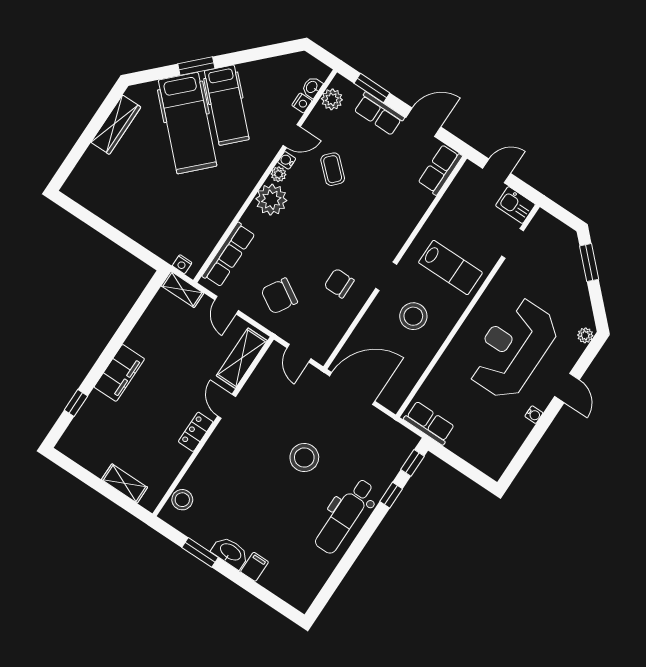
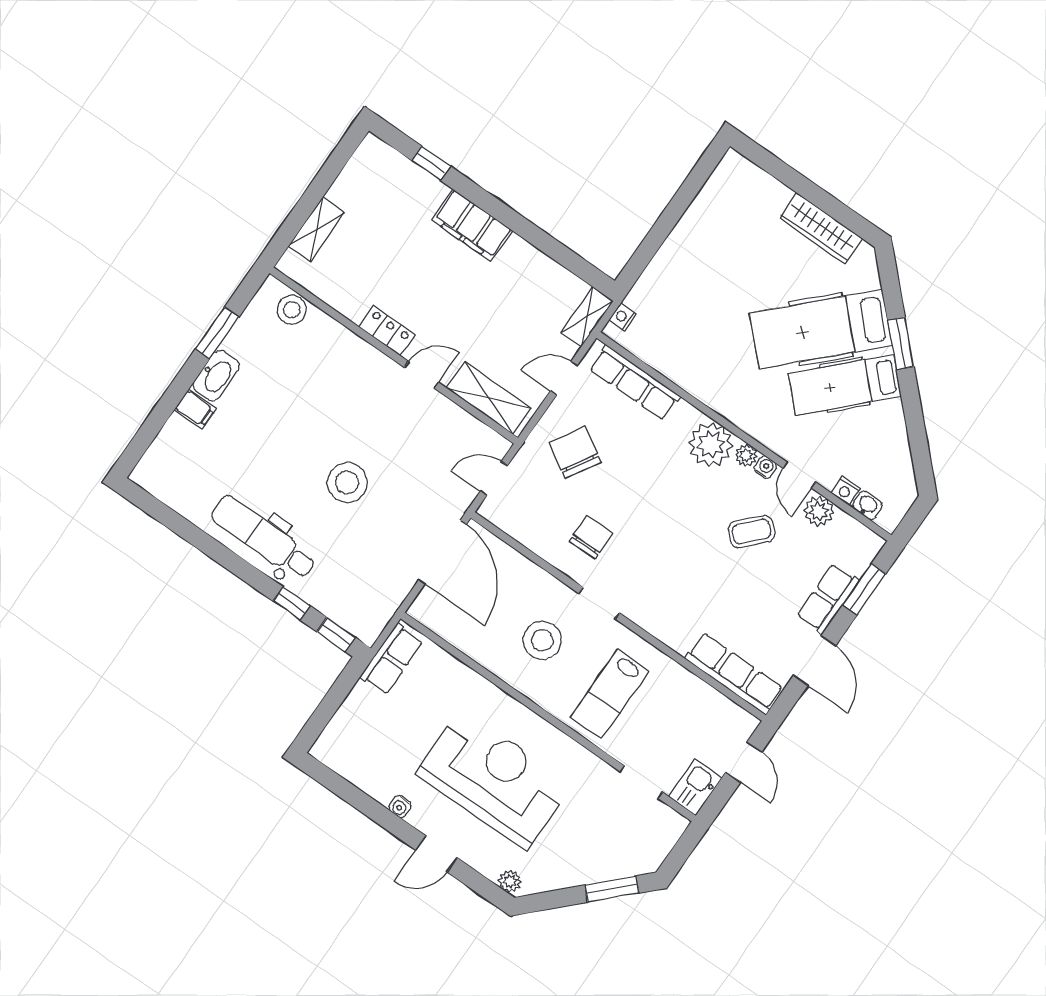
plant: (332, 99) -> (819, 511), moved
row of seats: (440, 170) -> (734, 673), width x1.48

